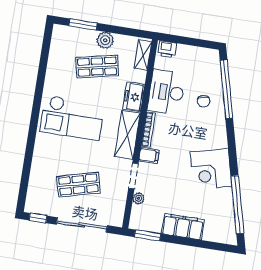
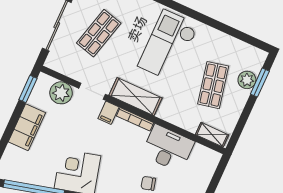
plant: (105, 40) -> (247, 80), moved
printer: (167, 49) -> (211, 161), removed
freezer: (134, 97) -> (172, 114), removed
shop shelf: (78, 185) -> (99, 33), turned 30
plant: (139, 198) -> (61, 93), width x1.88, depth x1.88

